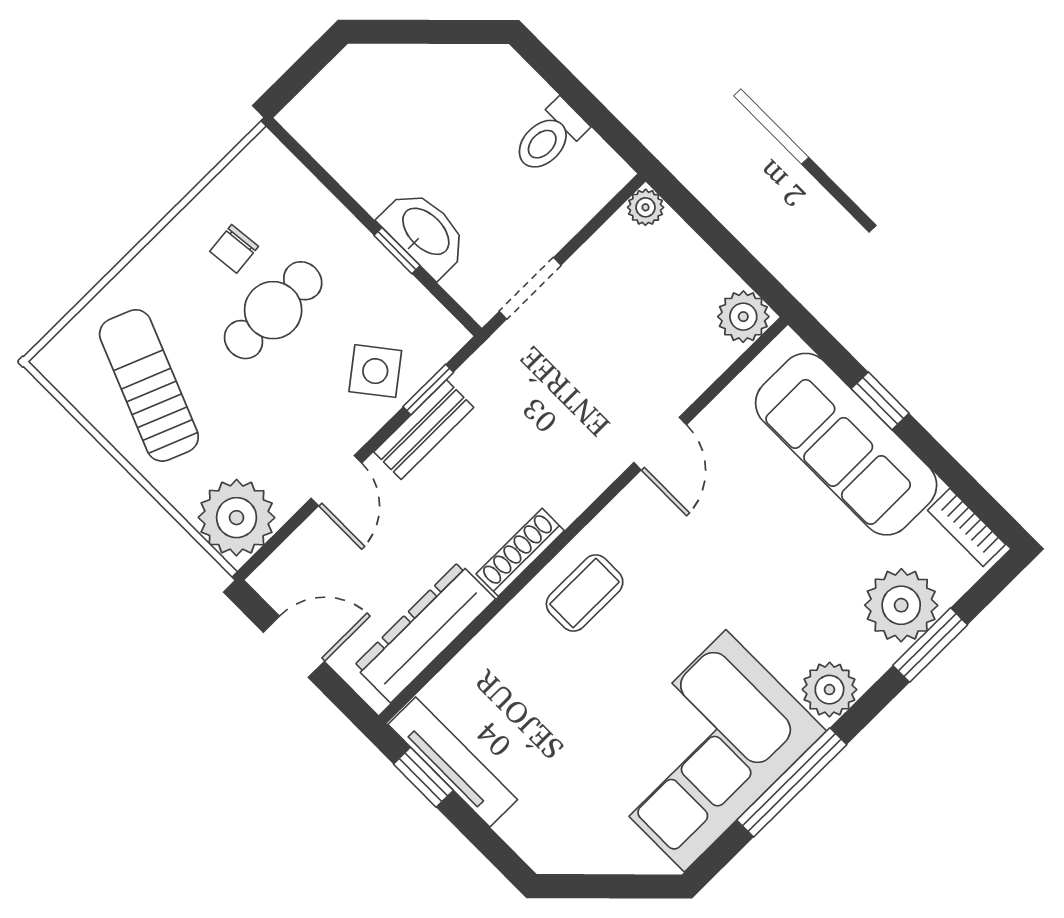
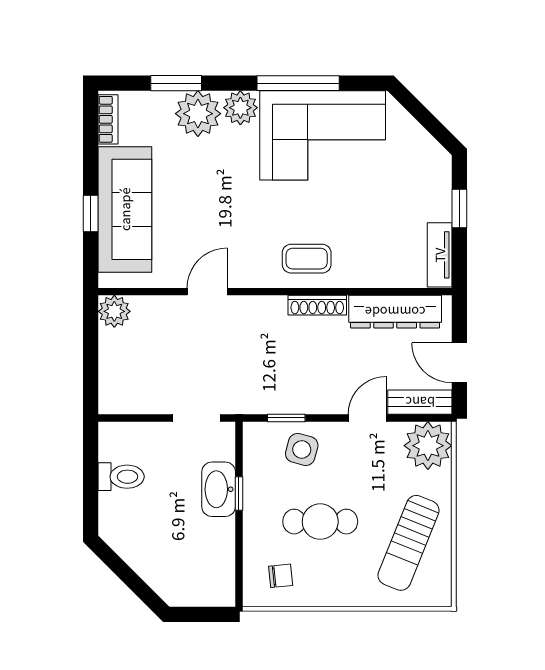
plant: (646, 207) -> (109, 403), removed
chair: (234, 249) -> (281, 576), moved
side table: (375, 371) -> (302, 449), turned -37
bench: (424, 430) -> (420, 402), moved
plant: (901, 605) -> (198, 114), moved
tv unit: (453, 762) -> (440, 255), width x0.71
window: (423, 777) -> (459, 208), moved

